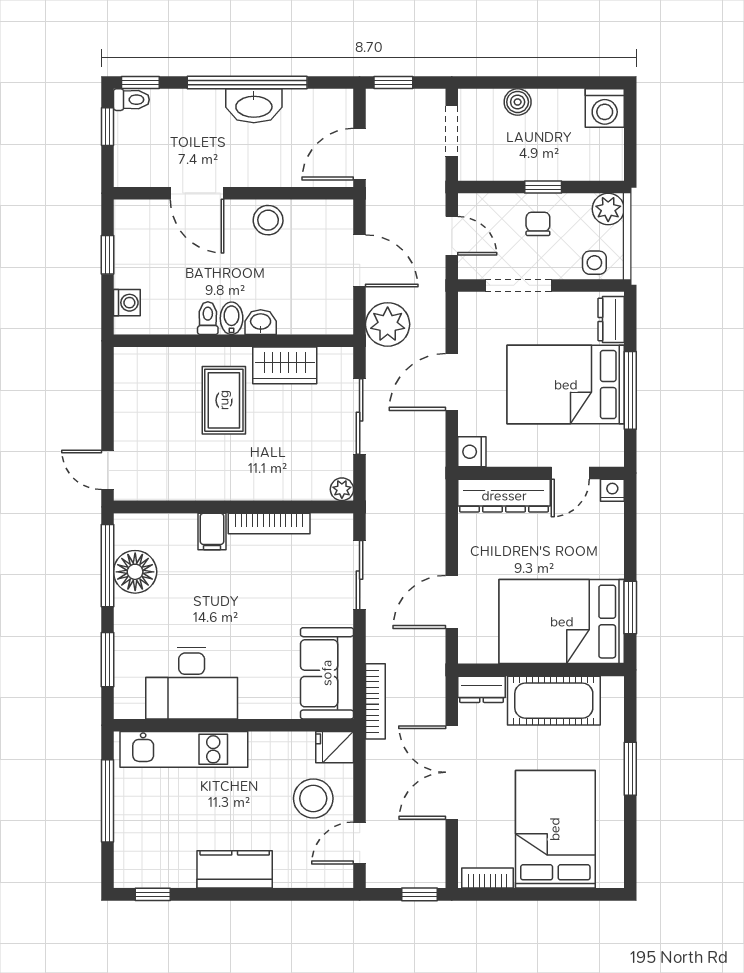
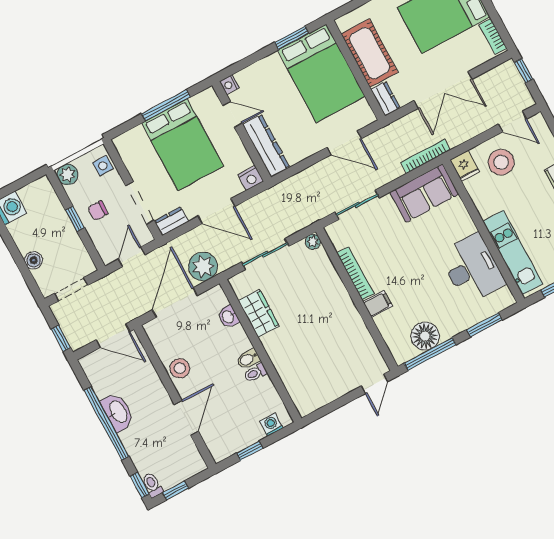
door: (360, 261) -> (175, 303), width x1.36
dresser: (611, 319) -> (172, 221), moved, turned 180
washbasin: (261, 322) -> (228, 317), moved
rug: (224, 400) -> (298, 338), removed

